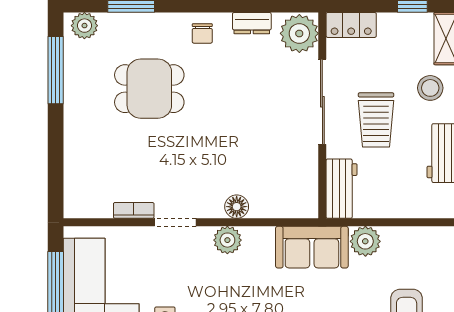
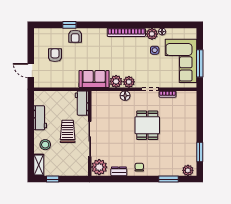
locker: (351, 25) -> (78, 171), removed
window: (56, 70) -> (200, 152), width x0.69
dining table: (149, 89) -> (147, 125), moved, turned 90
plant: (365, 241) -> (116, 81), moved

